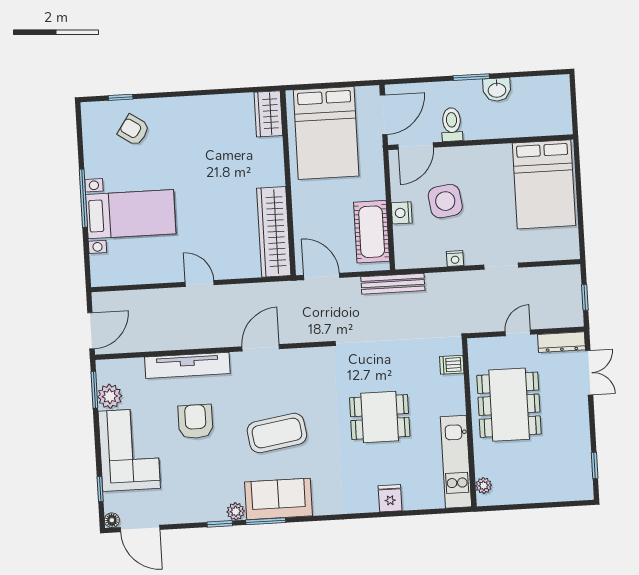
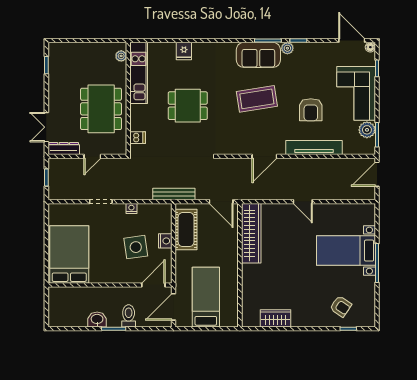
wardrobe: (268, 114) -> (276, 318), moved, turned -90
toilet: (452, 125) -> (129, 316), moved, turned 180
bed: (326, 133) -> (206, 297), width x0.67

